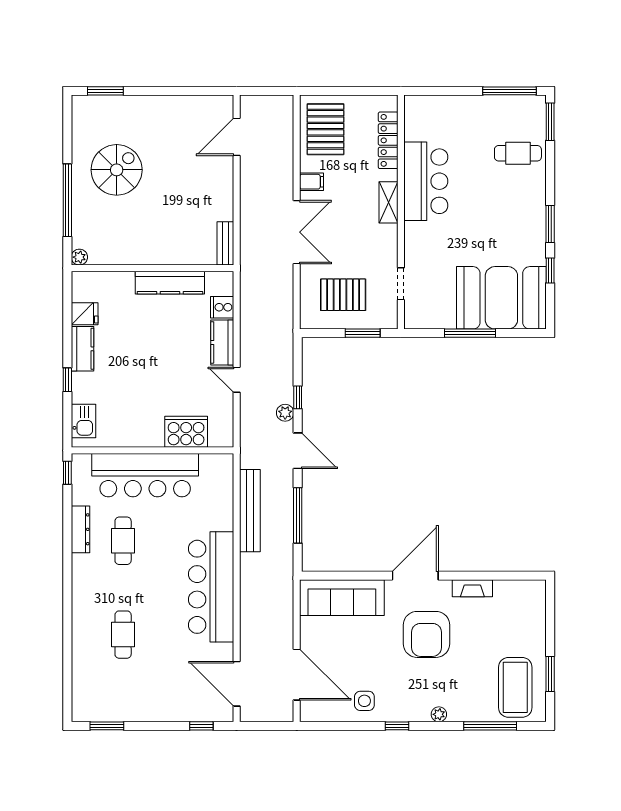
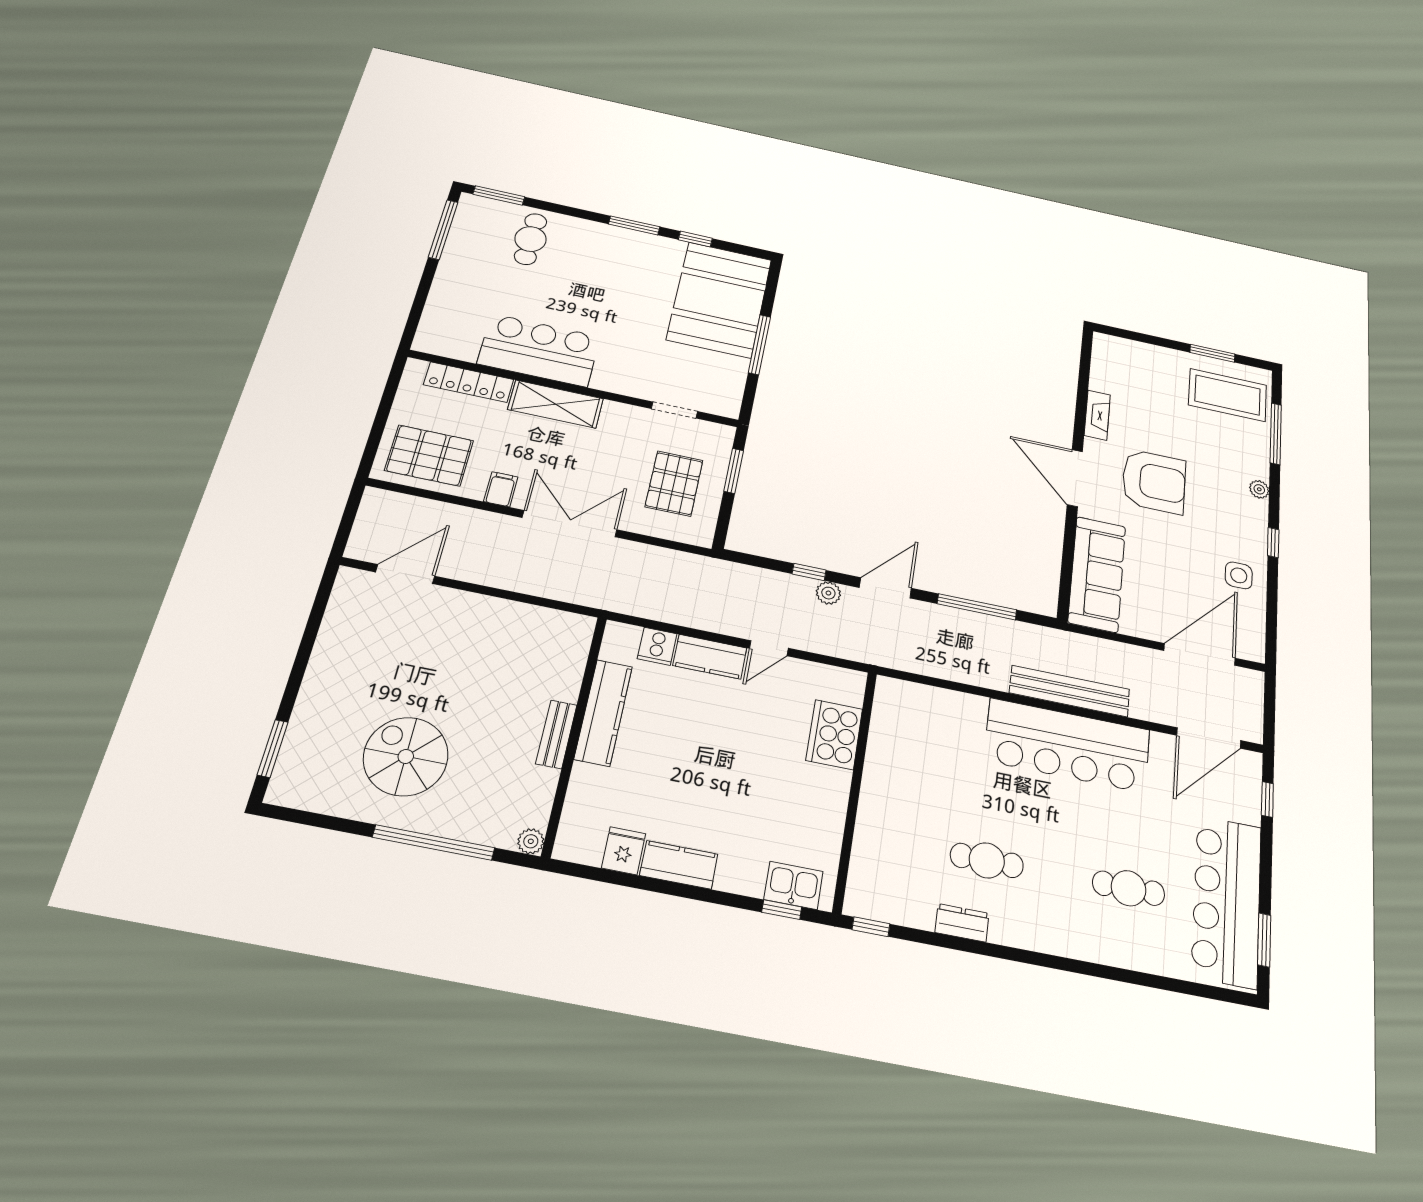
door: (237, 137) -> (405, 574), swing flipped
shelving: (389, 202) -> (556, 404), width x1.50, depth x1.33
bench: (225, 243) -> (556, 734), moved, turned 90
window: (67, 380) -> (782, 910), moved
bar counter: (145, 475) -> (1227, 901), moved, turned 180
bench: (250, 511) -> (1070, 691), moved
dresser: (81, 529) -> (962, 923), width x0.70

